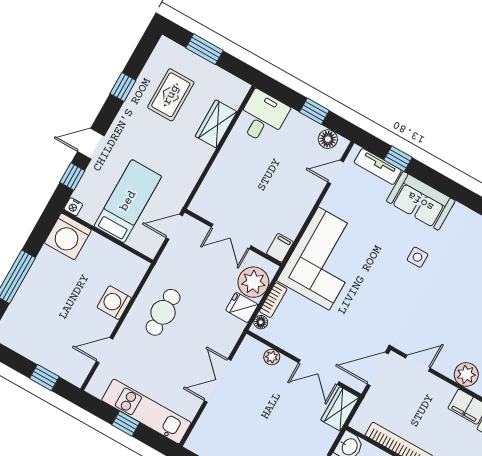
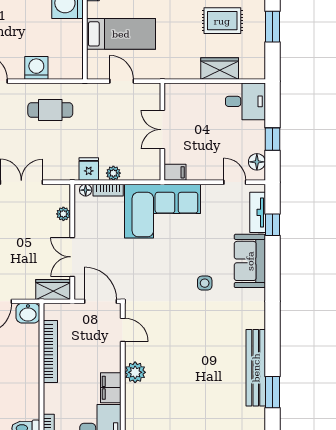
double door: (231, 236) -> (162, 130), moved
wall: (233, 238) -> (162, 132), moved
filing cabinet: (280, 248) -> (175, 172), moved
plant: (253, 282) -> (113, 173), width x0.53, depth x0.53

